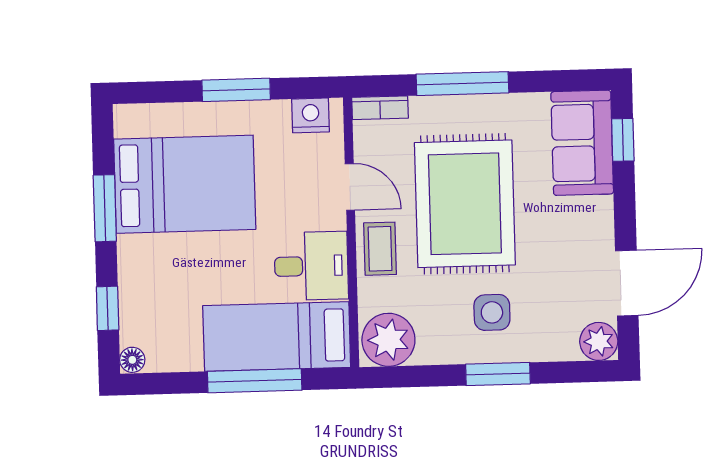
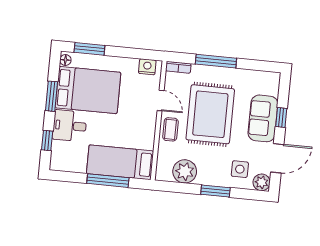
window: (236, 90) -> (89, 49), moved
window: (623, 140) -> (281, 118), moved
sofa: (582, 143) -> (263, 118), moved
desk: (311, 266) -> (70, 126), moved, turned 180
side table: (492, 312) -> (240, 169), moved
plant: (388, 340) -> (185, 171), moved
floor lamp: (132, 360) -> (65, 60), moved

